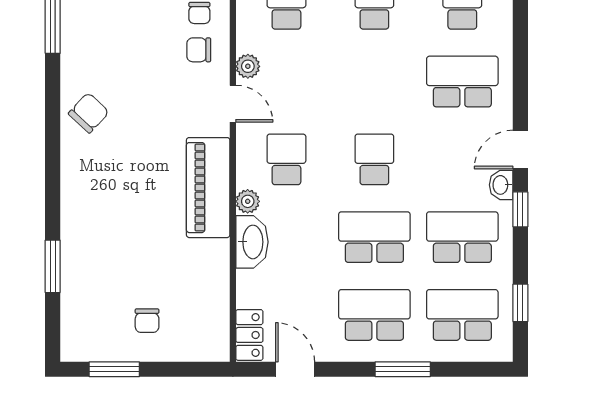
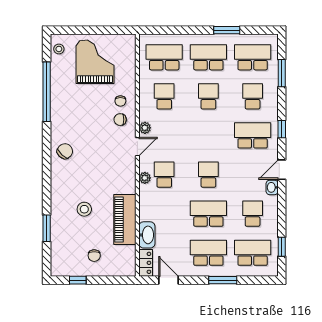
door: (233, 104) -> (137, 147), hinge flipped
piano: (208, 188) -> (125, 220), moved
plant: (248, 201) -> (145, 178), moved
window: (520, 209) -> (282, 129), moved
stool: (127, 228) -> (84, 209), added
school desk: (462, 237) -> (253, 214), width x0.54
washbasin: (252, 242) -> (147, 235), moved
window: (114, 369) -> (78, 280), width x0.67

